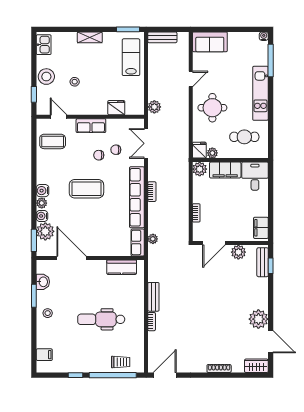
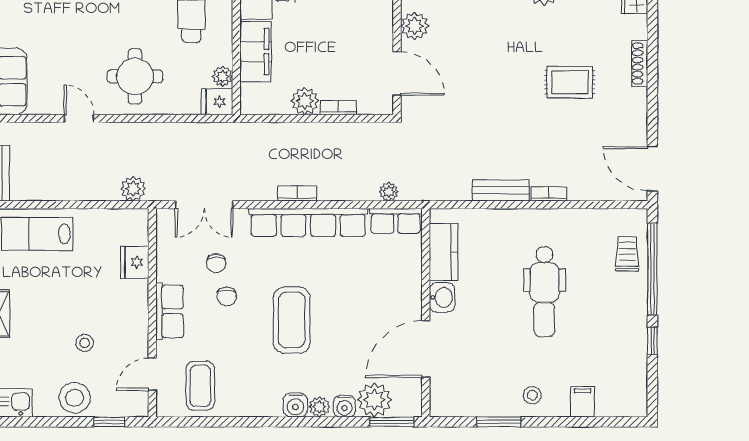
plant: (200, 169) -> (305, 101), moved
washbasin: (43, 282) -> (442, 297), moved, turned 90
rug: (209, 332) -> (570, 82), added
filing cabinet: (44, 355) -> (583, 402), moved

